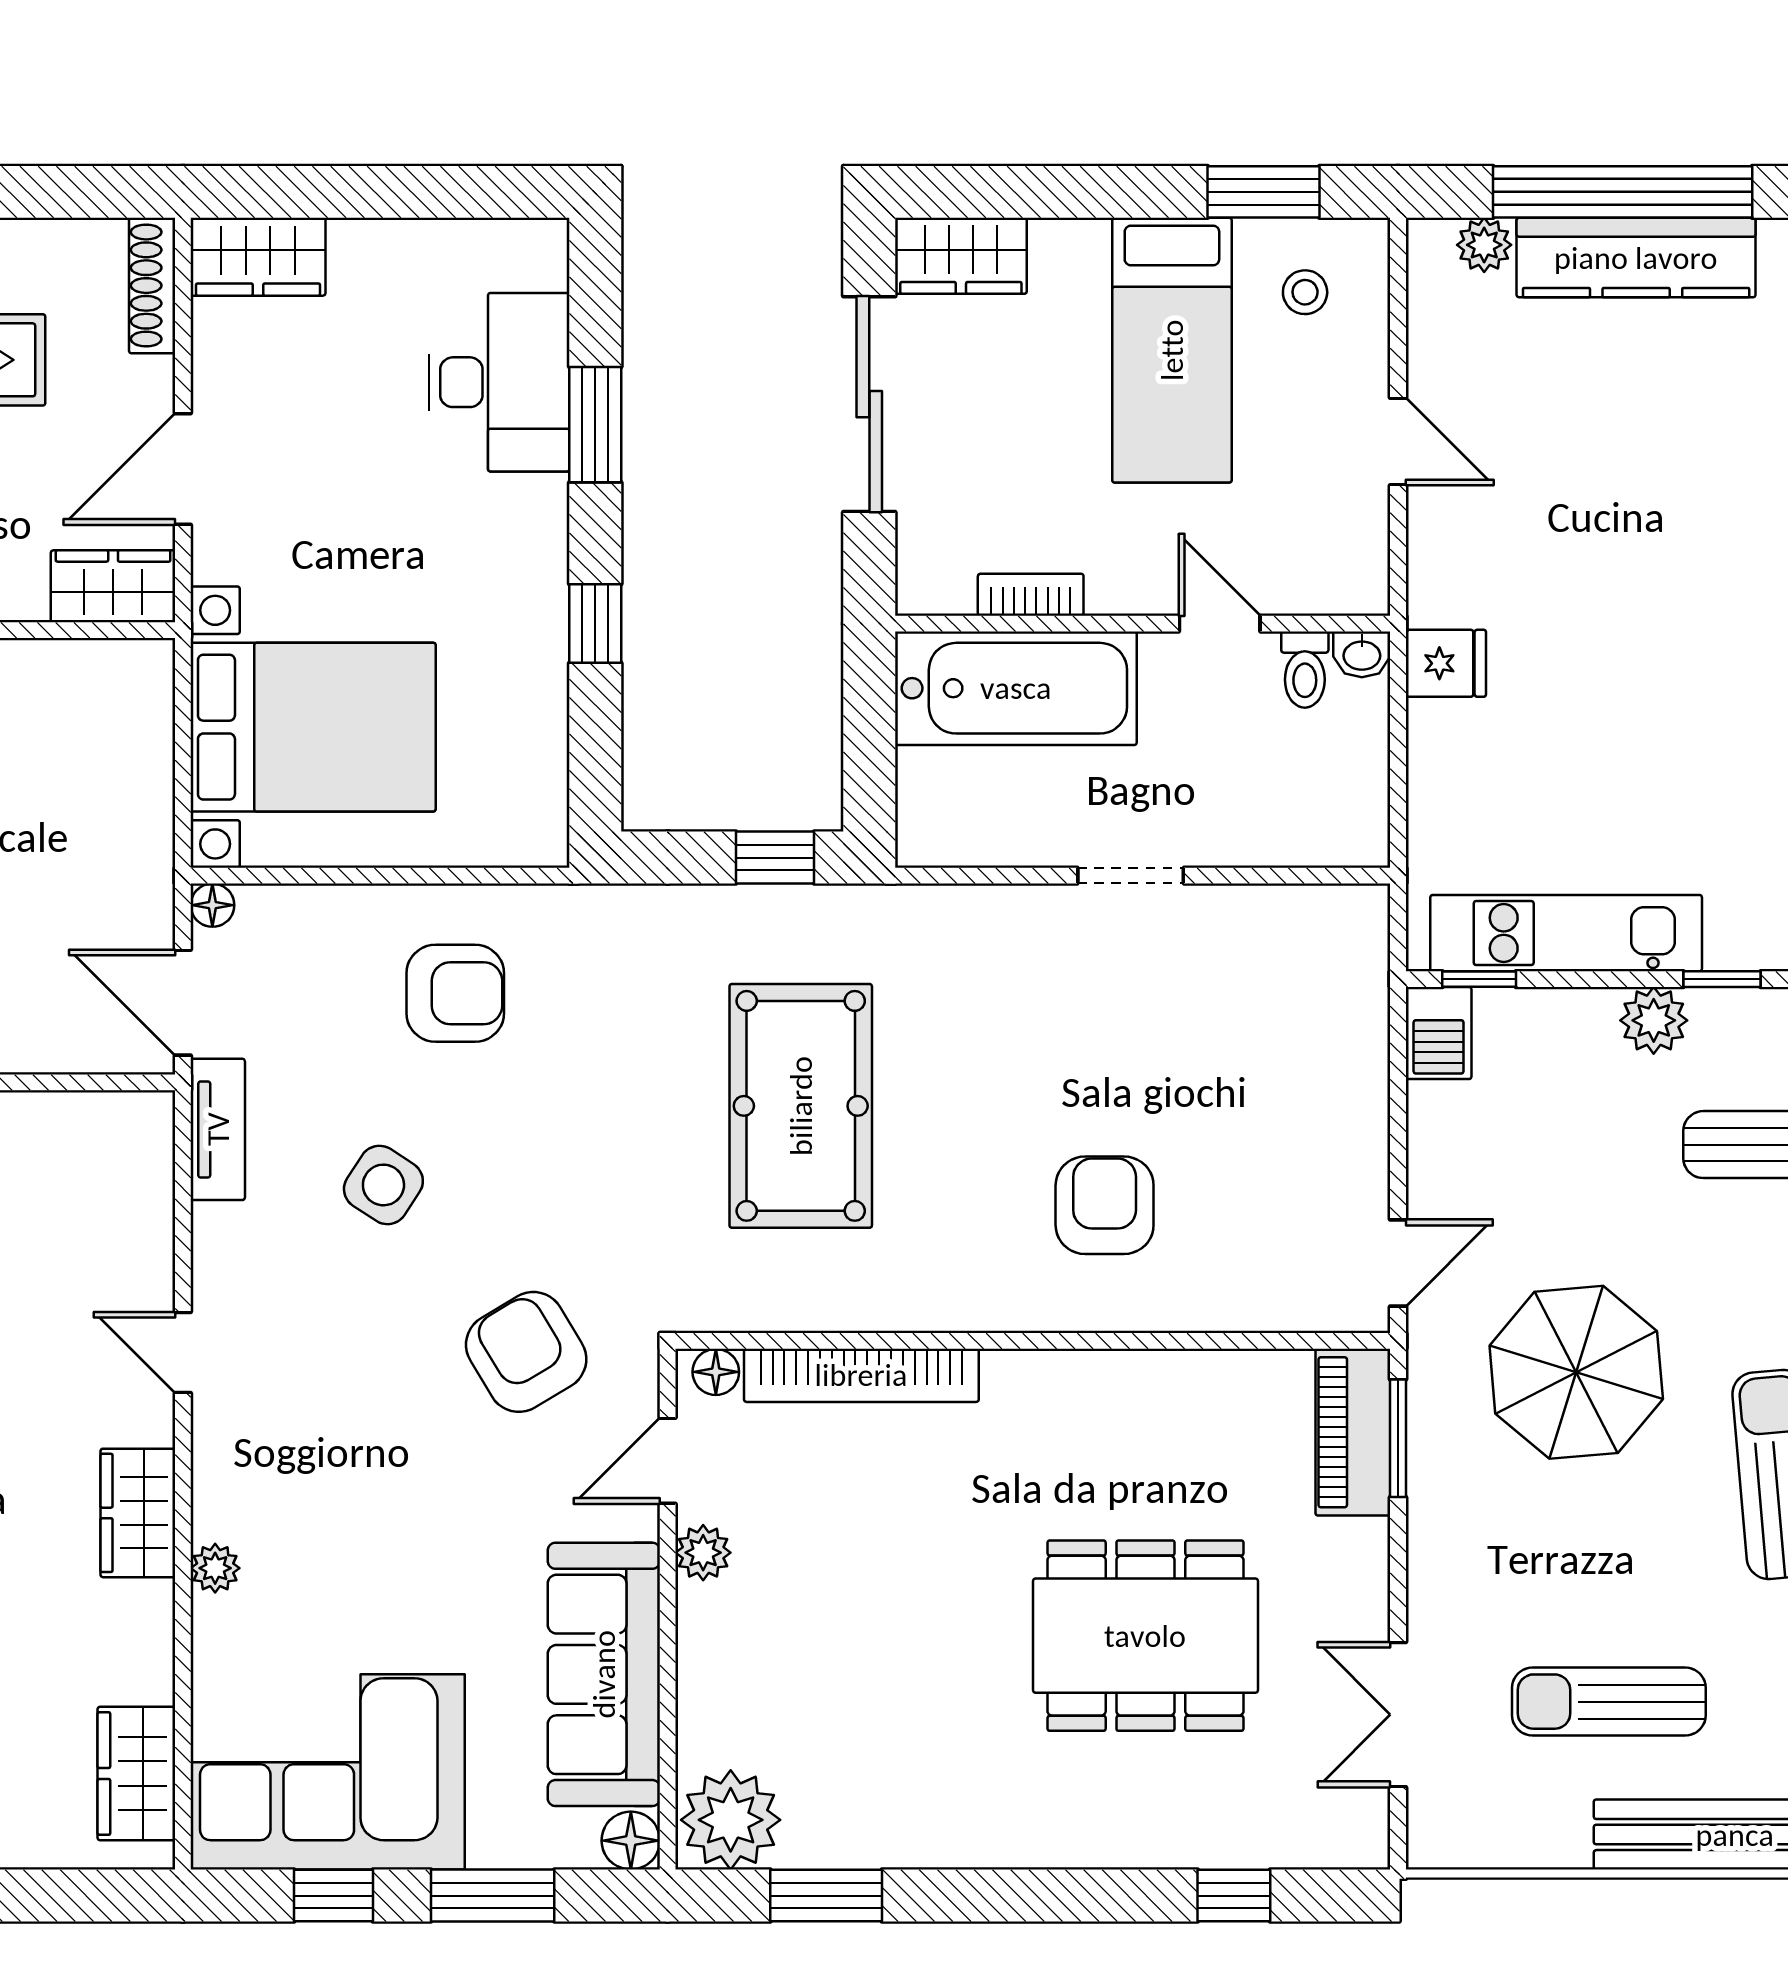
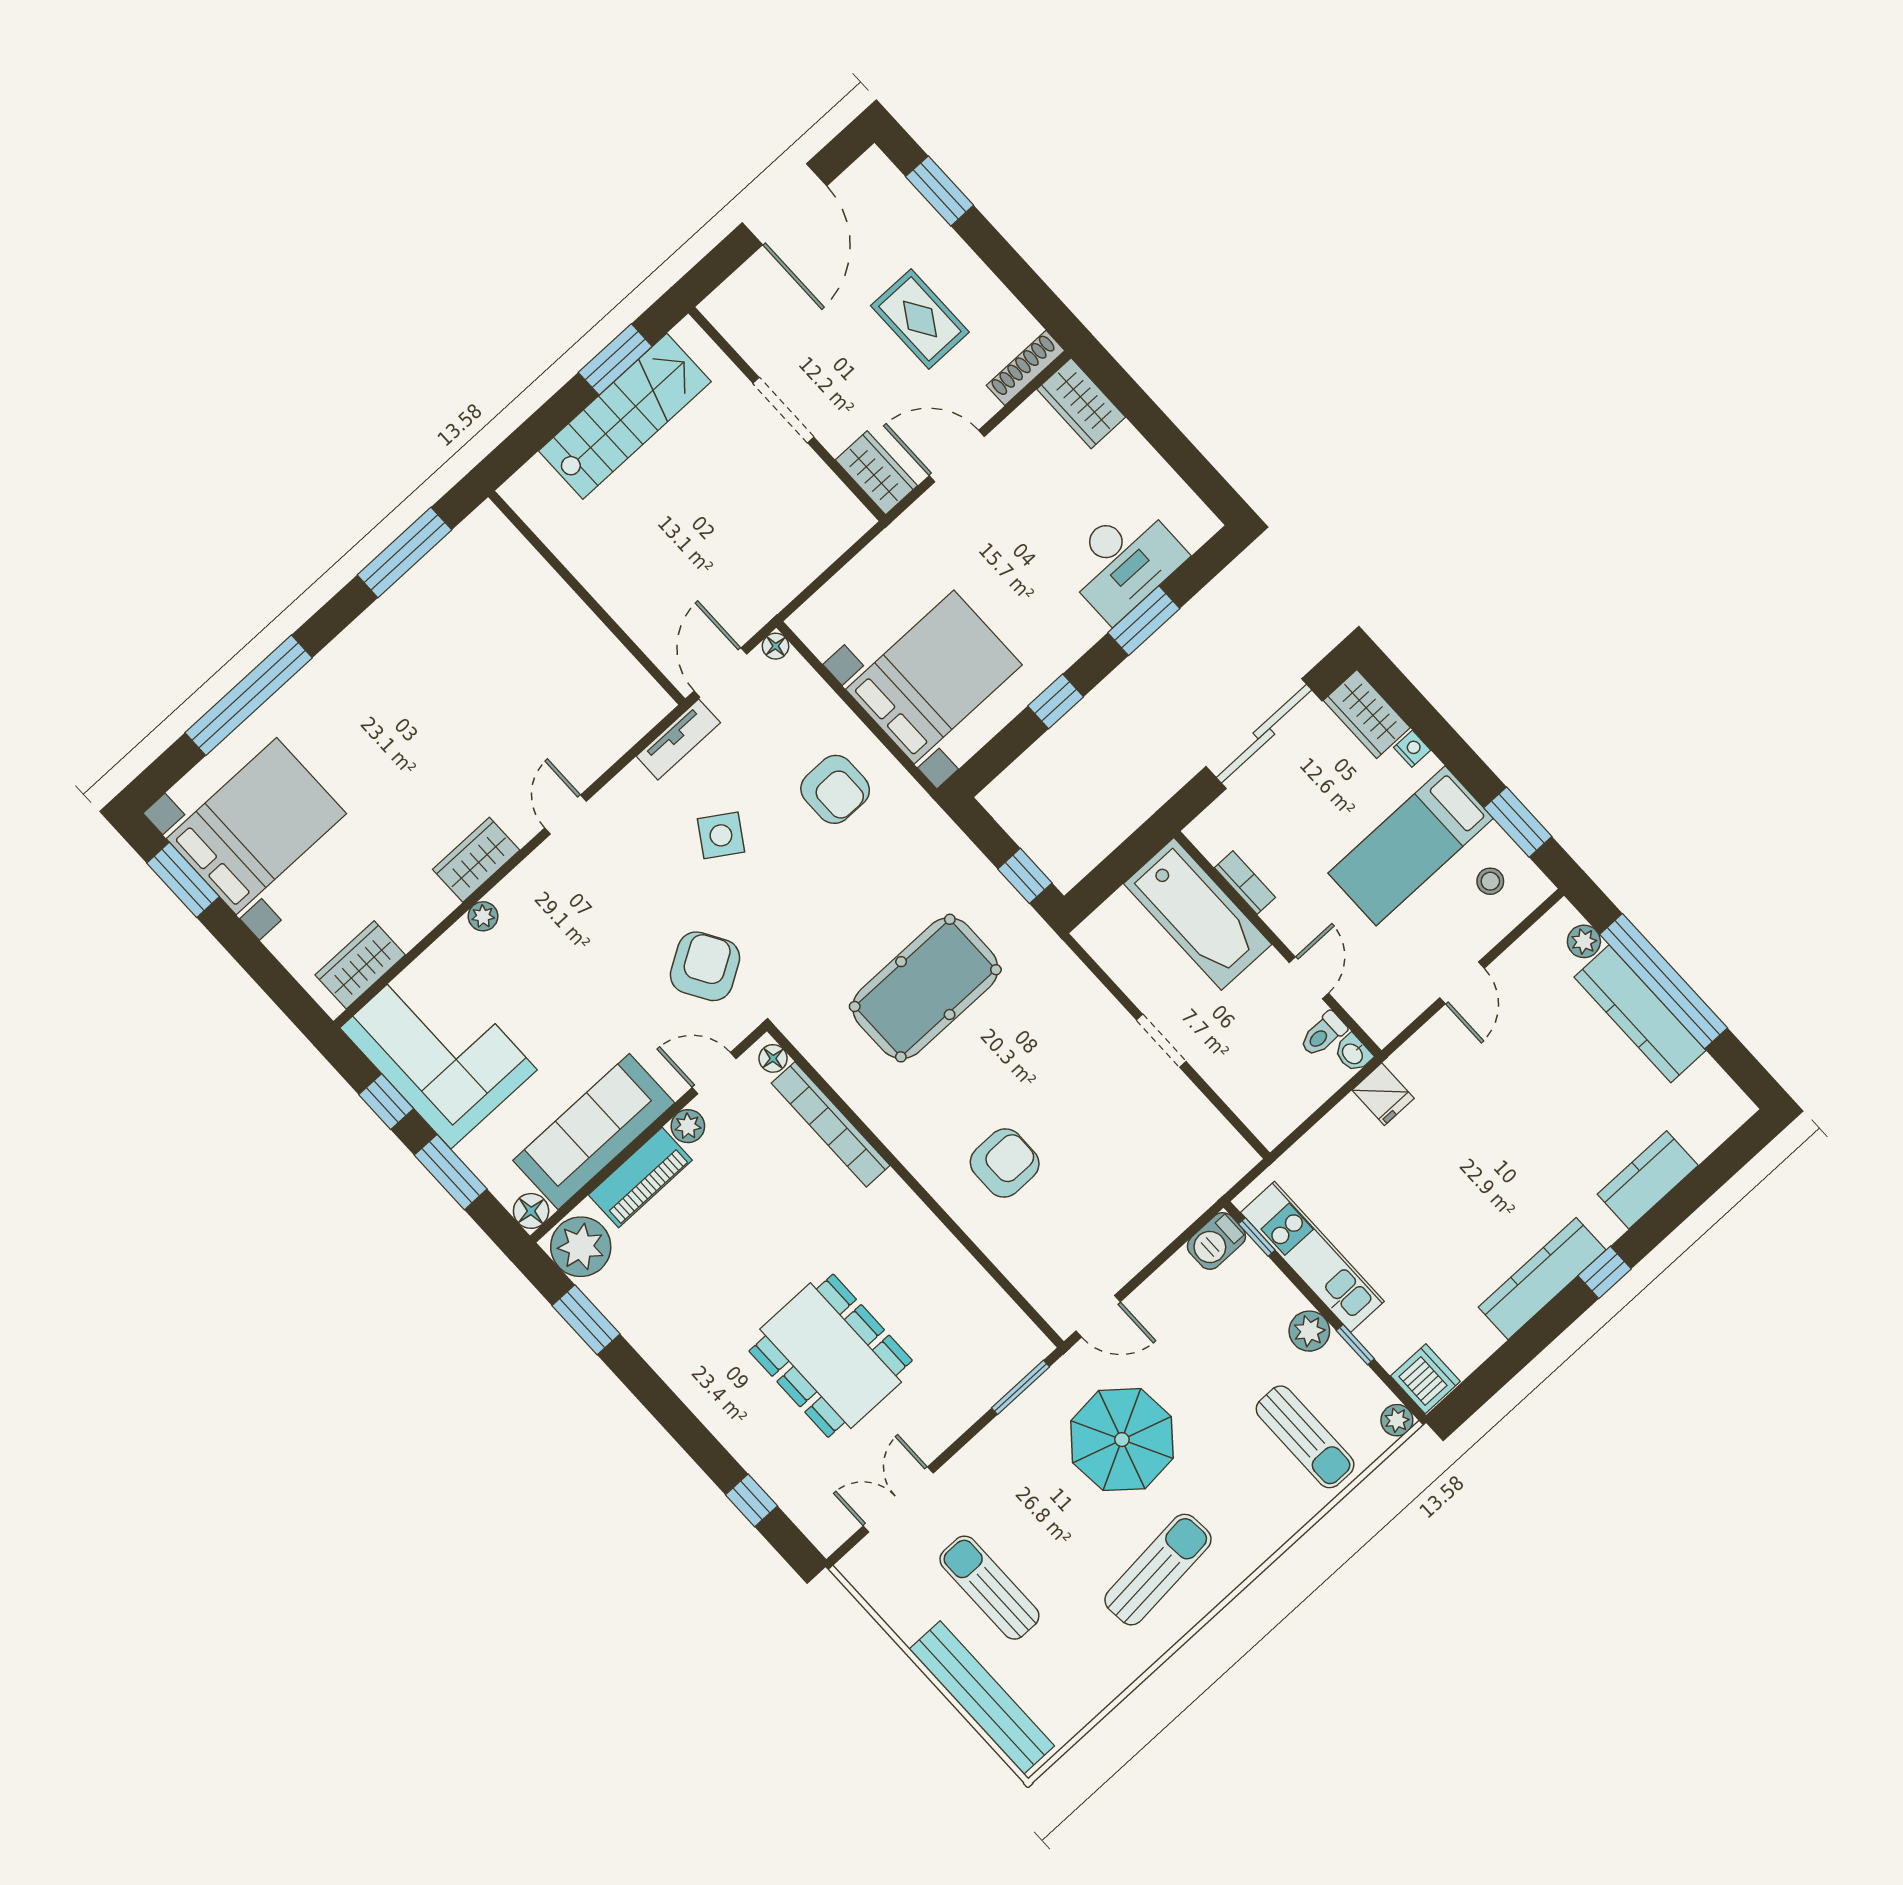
nightstand: (1055, 239) -> (1412, 749), added
bed with nightstands: (313, 727) -> (934, 677), moved, turned -90
piano: (1353, 1432) -> (640, 1178), moved, turned 180

